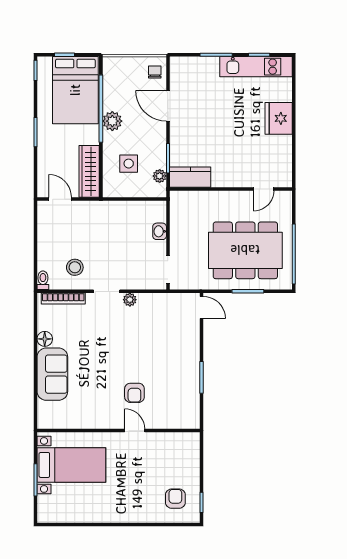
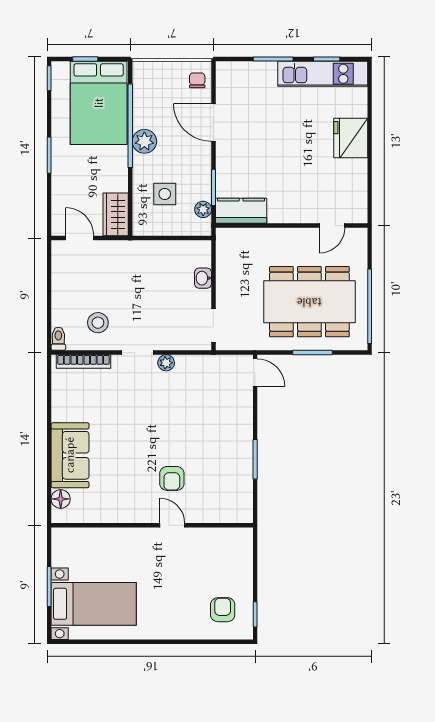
wardrobe: (89, 171) -> (116, 214), width x0.67
floor lamp: (45, 339) -> (61, 499), moved
bed with nightstands: (71, 465) -> (94, 604), moved

